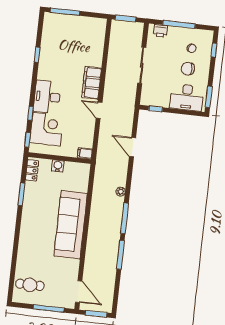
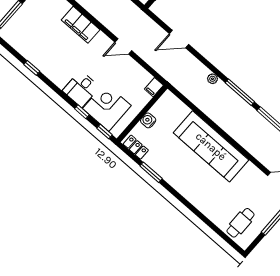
filing cabinet: (92, 83) -> (81, 25), moved
desk: (47, 97) -> (81, 89), width x0.73

